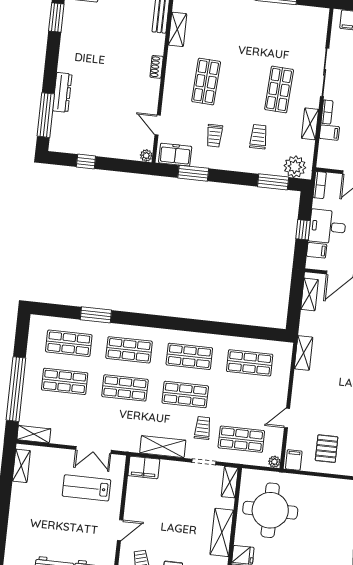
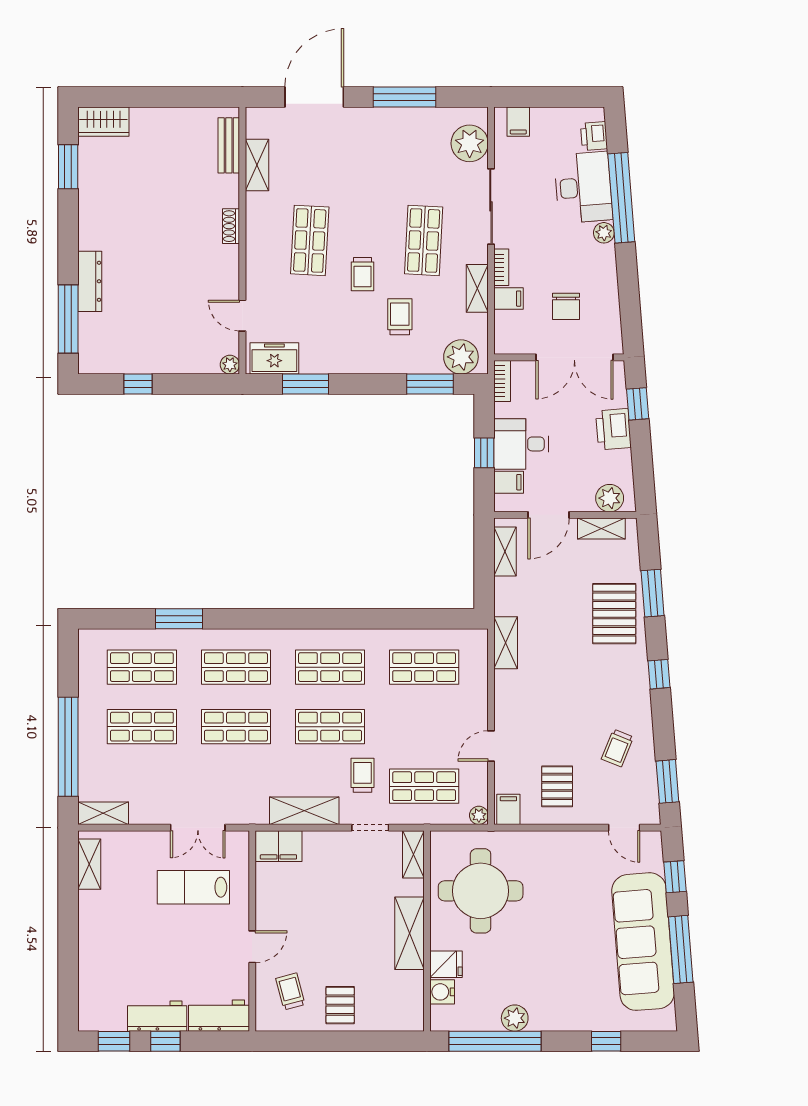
plant: (315, 30) -> (470, 143), added
trolley: (214, 136) -> (362, 274), moved

